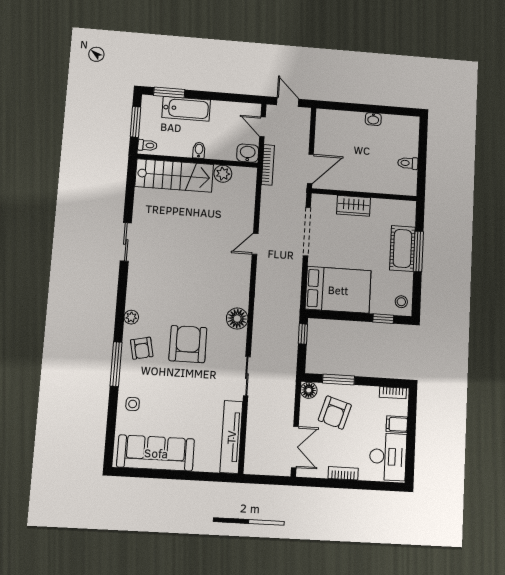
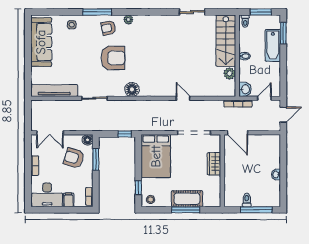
window: (422, 151) -> (256, 210), added
sliding door: (126, 242) -> (192, 12), moved

